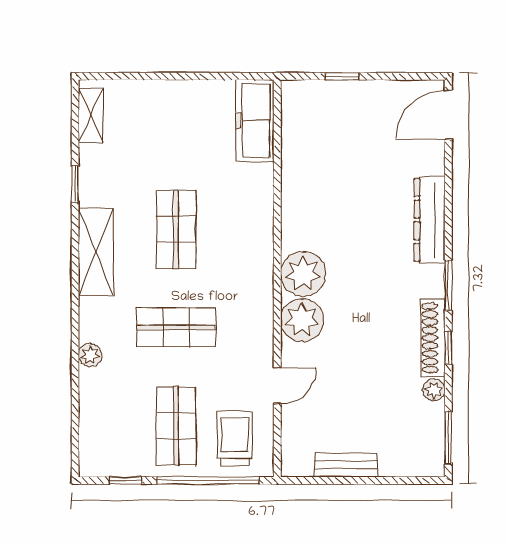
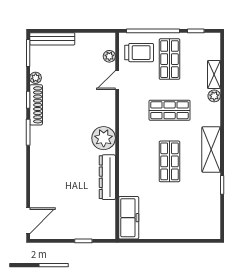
shelving: (91, 116) -> (214, 75), moved
dresser: (430, 220) -> (107, 177), moved, turned 180
plant: (302, 320) -> (109, 56), moved, width x0.53, depth x0.53
trolley: (235, 439) -> (139, 53), turned -90
bench: (346, 465) -> (52, 39), moved, width x1.36

